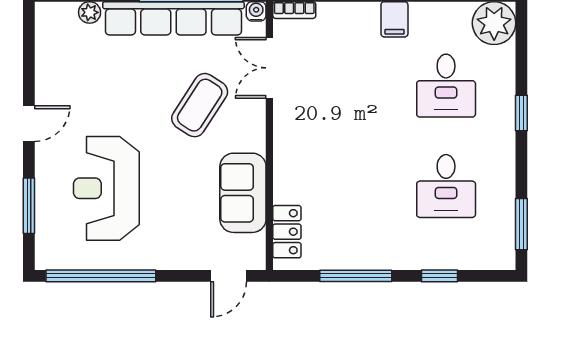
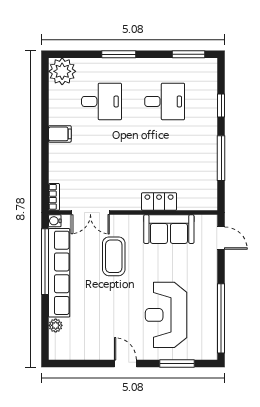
coffee table: (200, 105) -> (114, 256), turned 57
window: (521, 113) -> (119, 54), width x1.50
reception desk: (106, 188) -> (166, 315), turned 90
locker: (287, 232) -> (159, 201), moved

